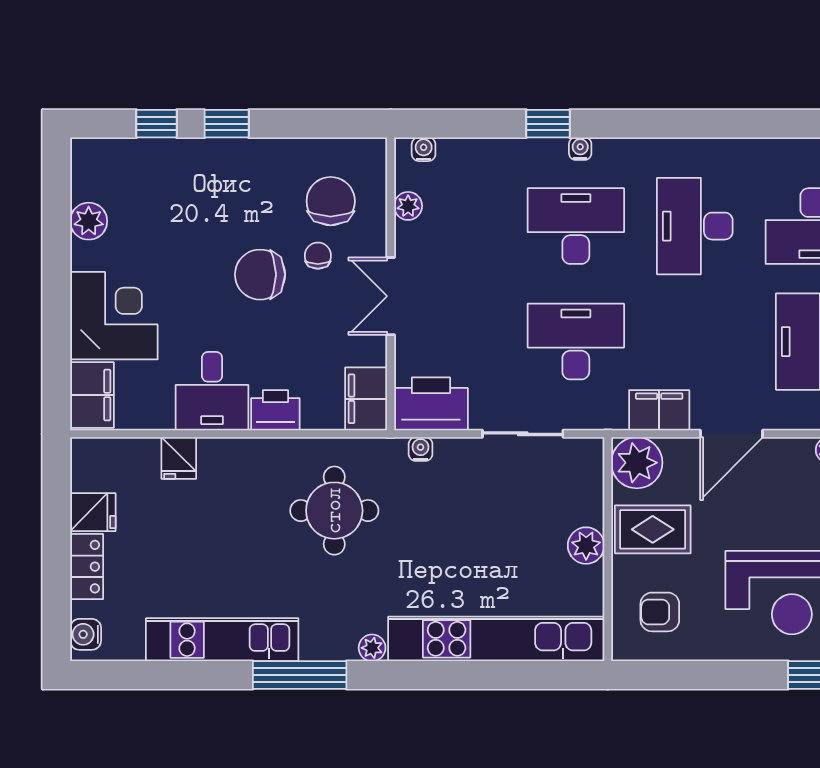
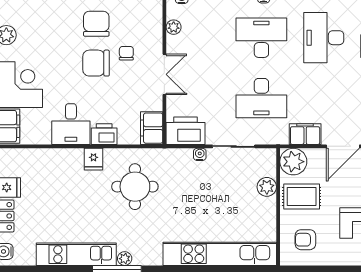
chair: (331, 201) -> (96, 24), moved
double door: (391, 296) -> (164, 74), swing flipped
desk: (576, 342) -> (261, 98), turned 180
water cooler: (421, 449) -> (200, 154), moved
fridge: (179, 458) -> (93, 159), moved
plant: (586, 546) -> (267, 187), moved
plant: (372, 648) -> (125, 259), moved

